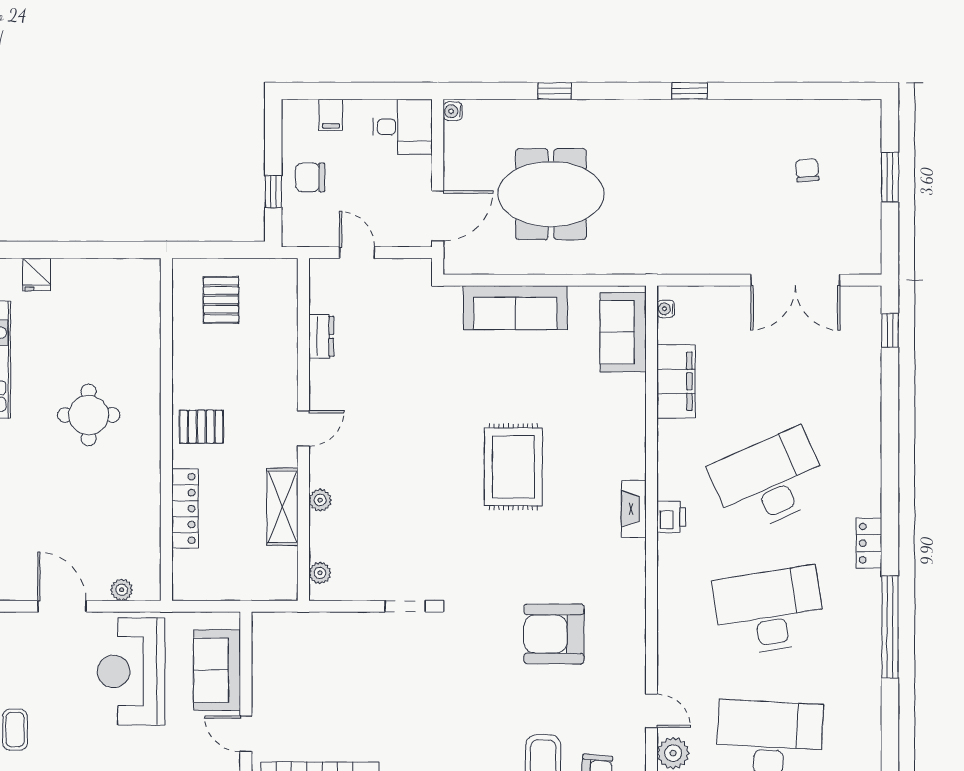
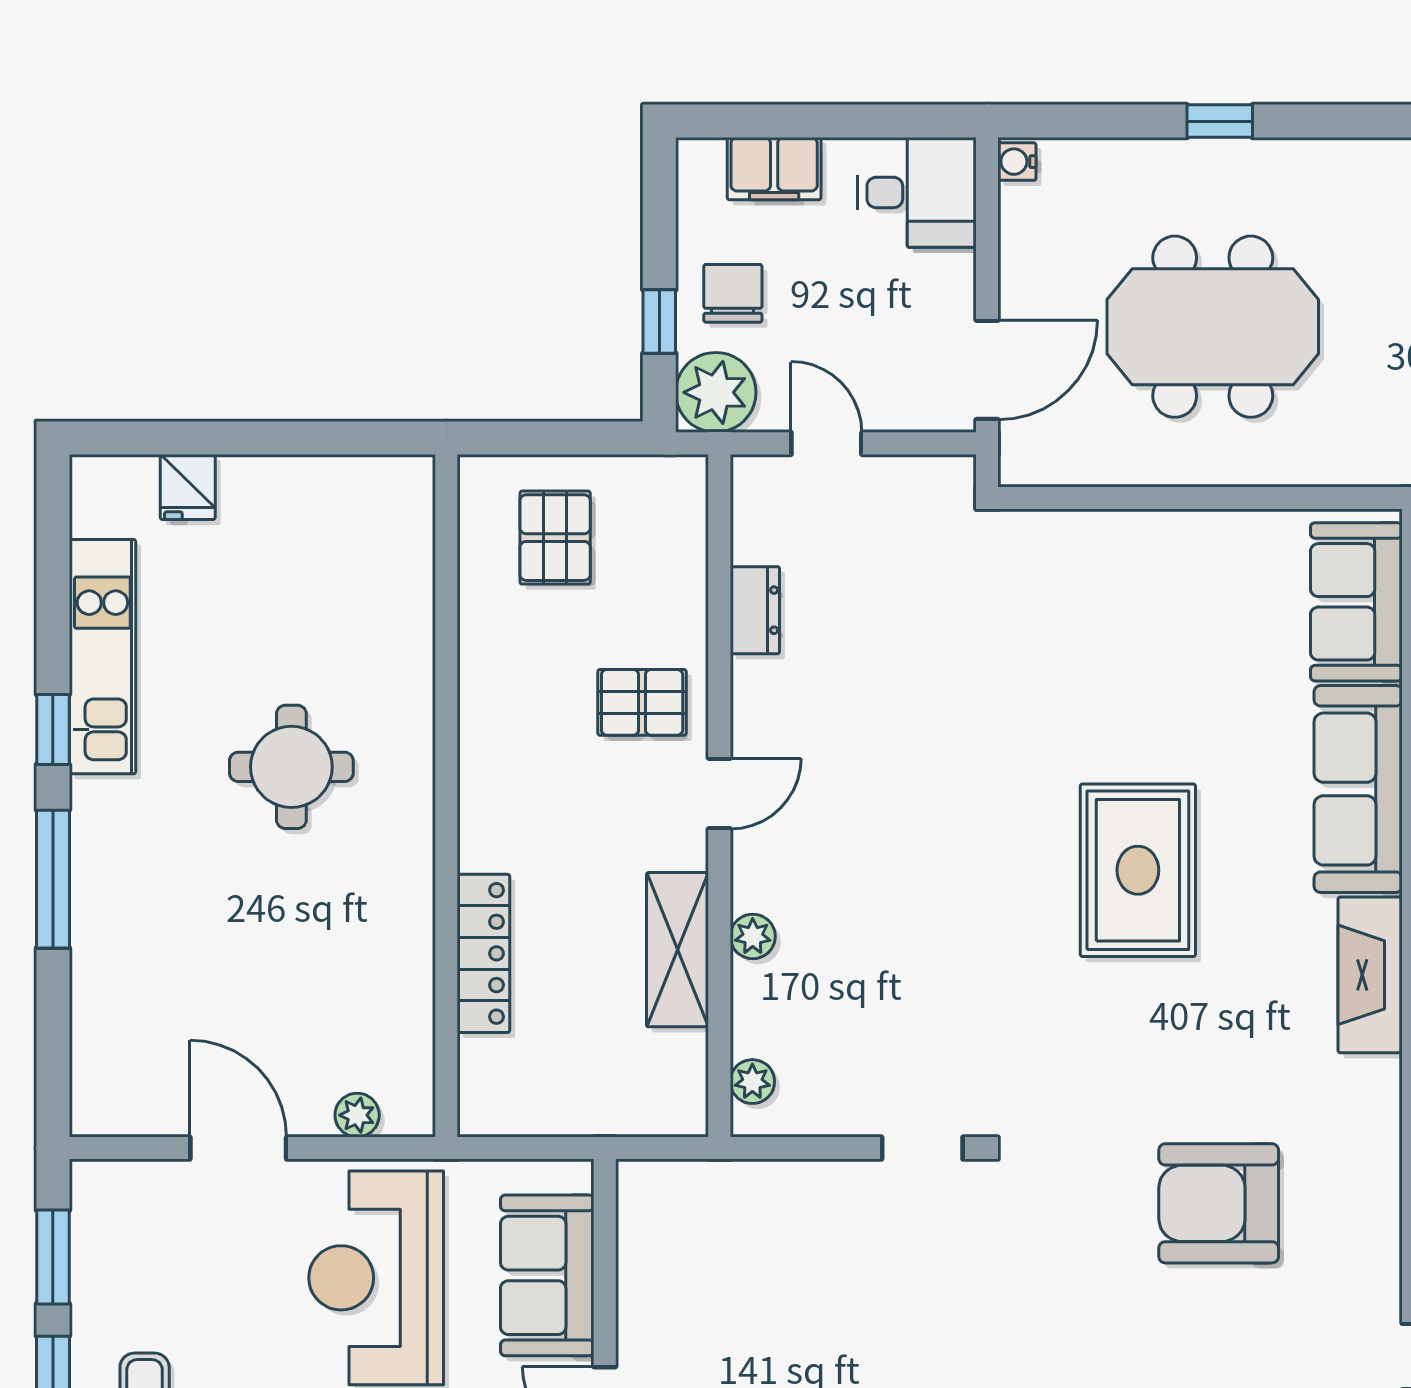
filing cabinet: (331, 115) -> (774, 169), width x2.00
chair: (310, 177) -> (733, 293), turned 90
plant: (302, 227) -> (716, 392), added
sofa: (515, 308) -> (1358, 789), moved, turned 90
pallet: (201, 427) -> (642, 702), moved
fireplace: (634, 509) -> (1370, 975), width x1.37, depth x1.32

